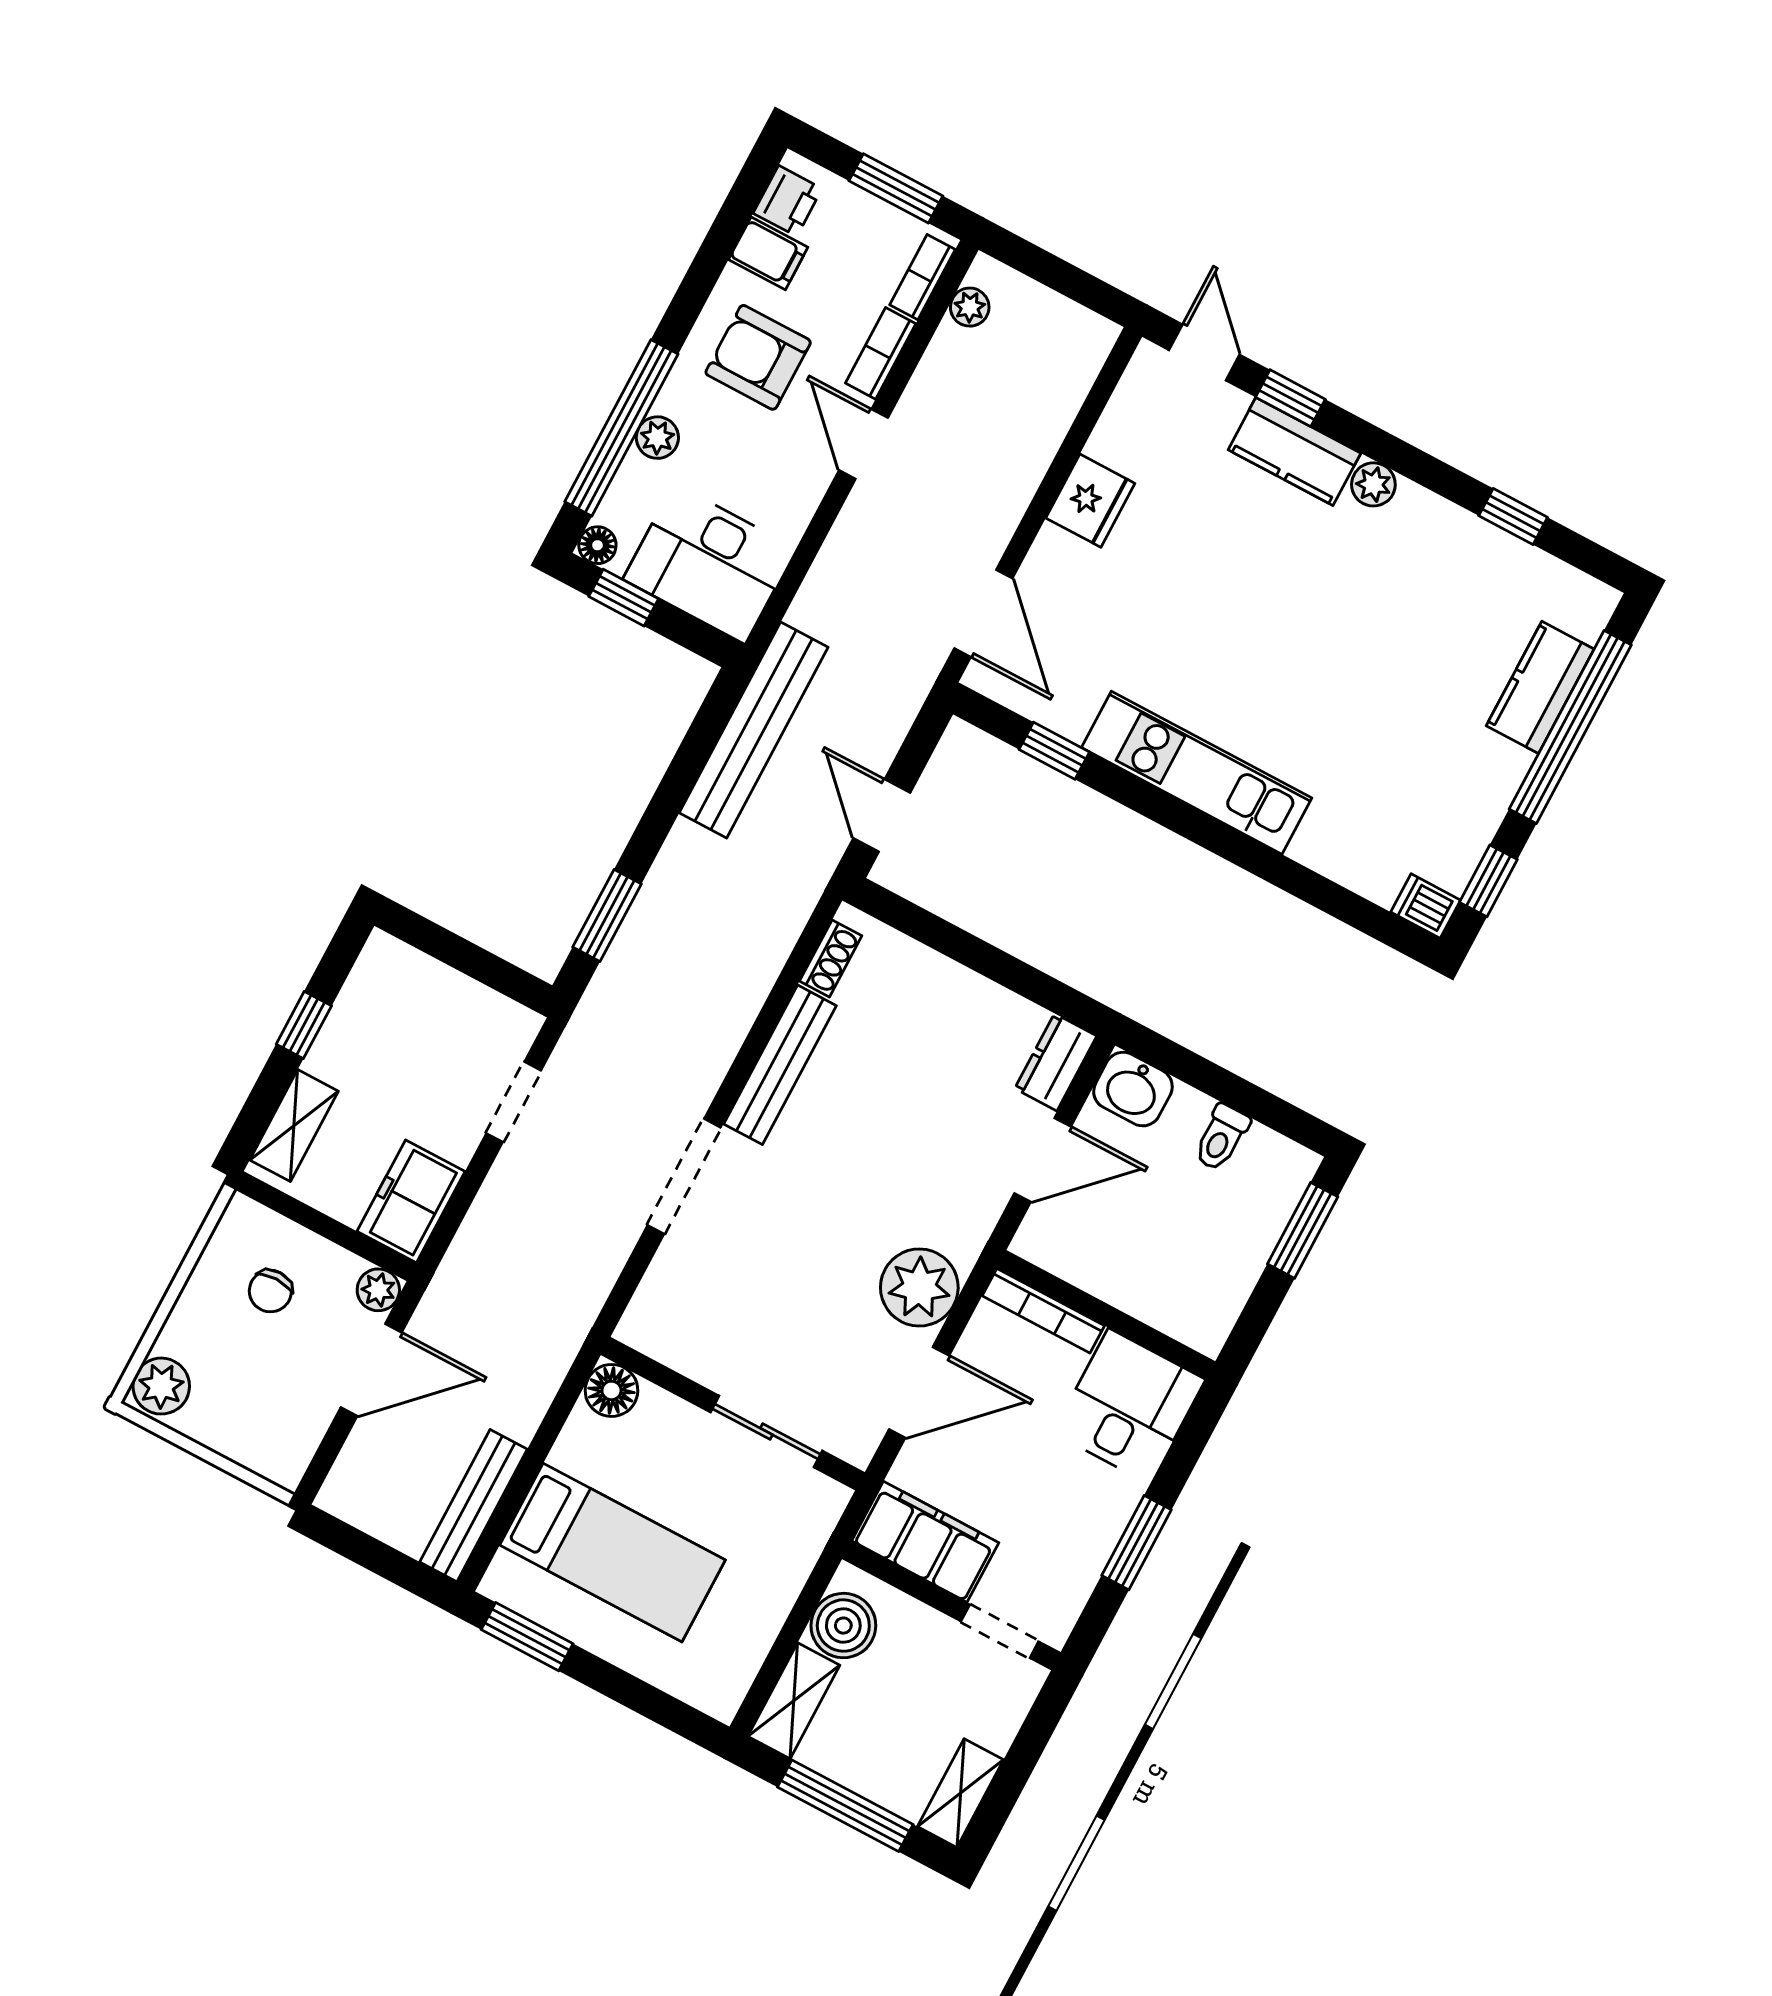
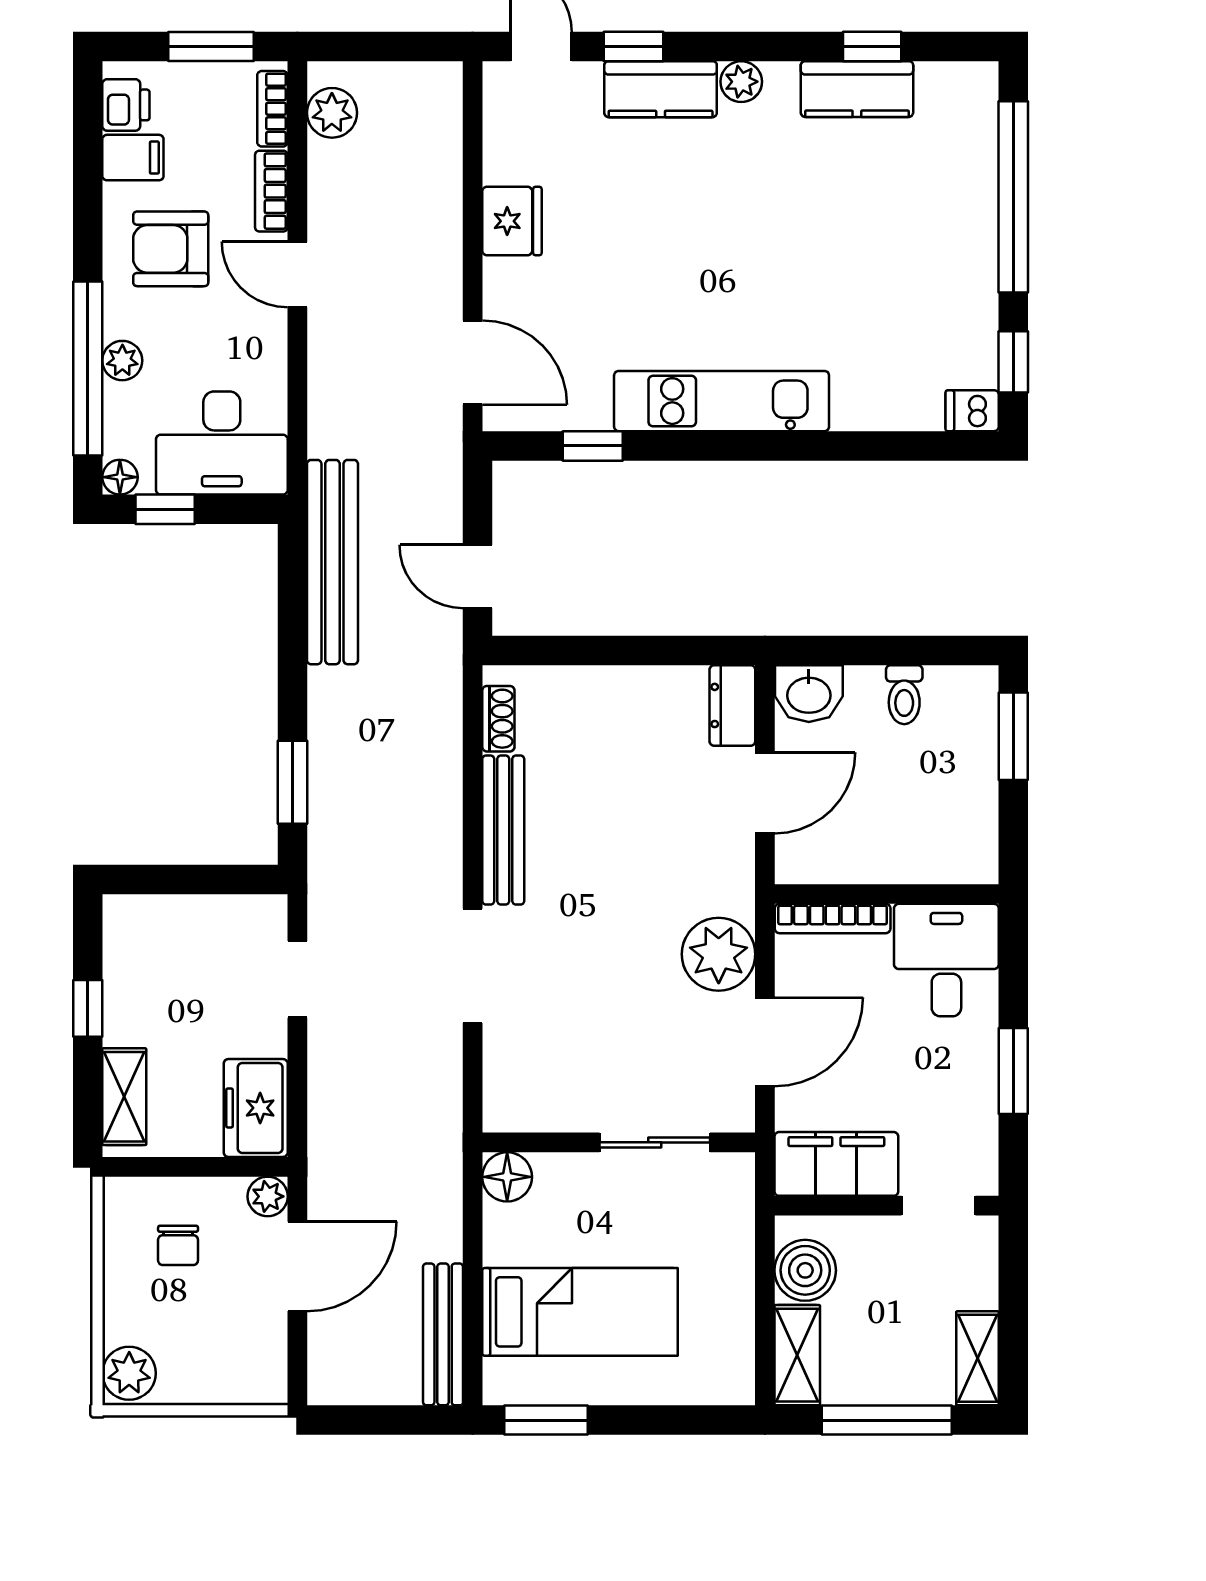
plant: (970, 307) -> (332, 113), width x1.38, depth x1.38
kitchen counter: (1540, 687) -> (857, 89), moved, turned -90

